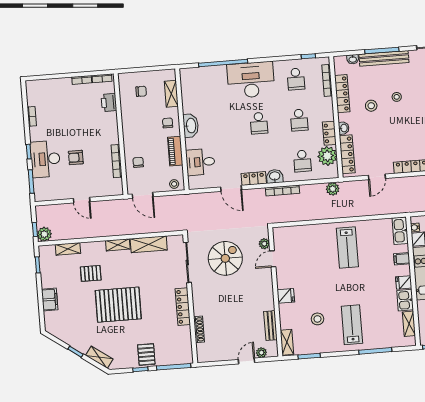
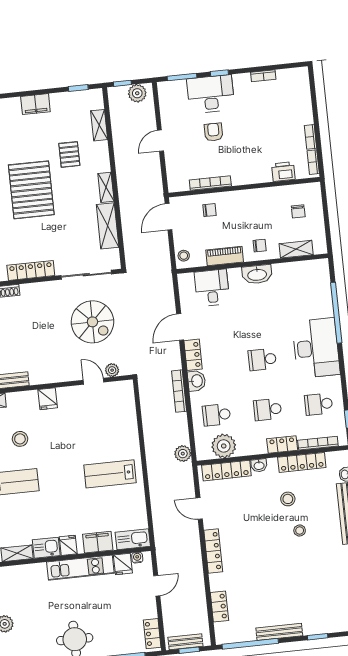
locker: (329, 133) -> (282, 445), moved
plant: (44, 234) -> (137, 93), moved
filing cabinet: (402, 259) -> (98, 542), width x2.00

